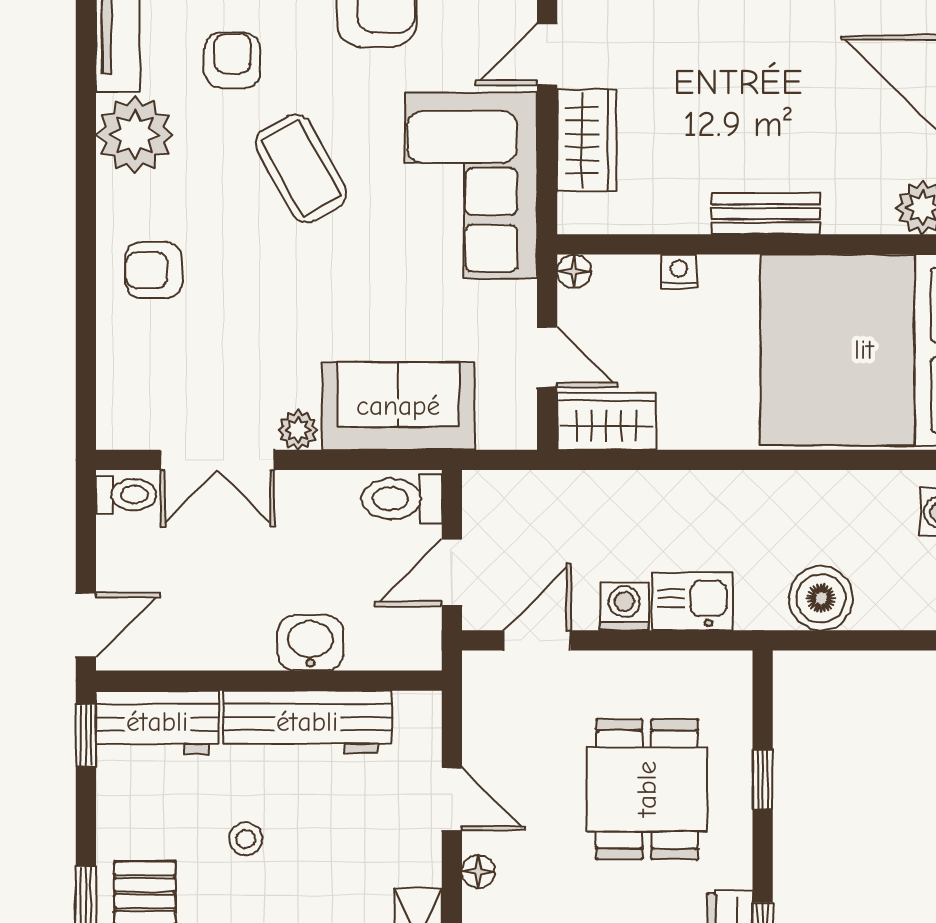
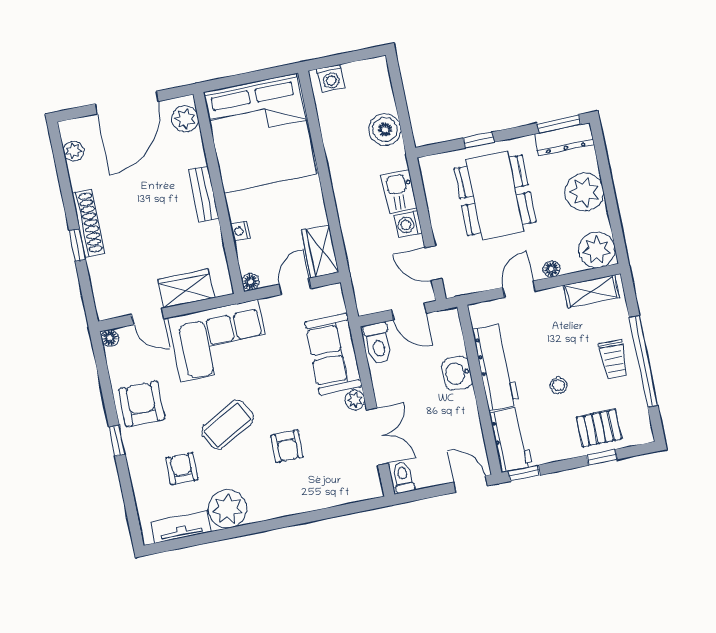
armchair: (232, 60) -> (182, 469), turned 90
armchair: (153, 270) -> (287, 446), moved
dining table: (647, 789) -> (495, 195), width x1.37

